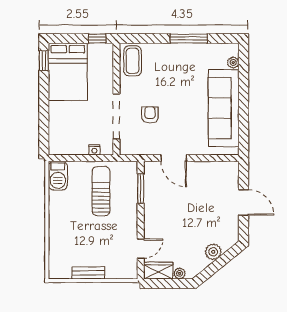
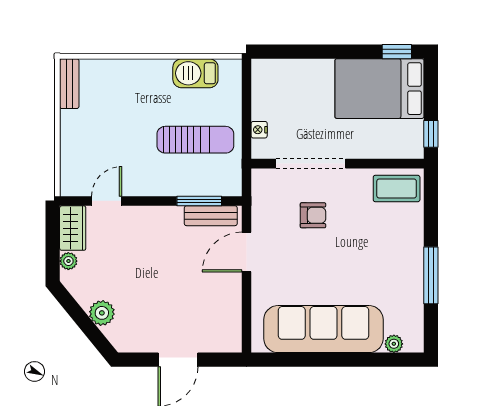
barbecue: (58, 176) -> (195, 73), moved
bench: (150, 181) -> (211, 216), added
door: (141, 249) -> (107, 201), swing flipped
bench: (88, 273) -> (69, 84), moved

